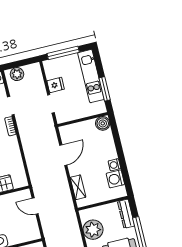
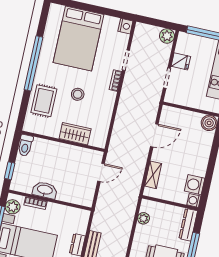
plant: (17, 74) -> (167, 36), moved
washing machine: (114, 165) -> (194, 200), moved
door: (35, 206) -> (101, 172), swing flipped
plant: (93, 230) -> (143, 218), width x0.53, depth x0.53

